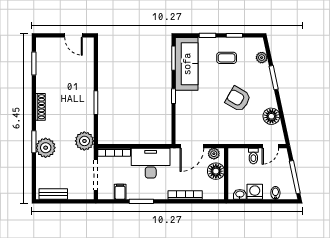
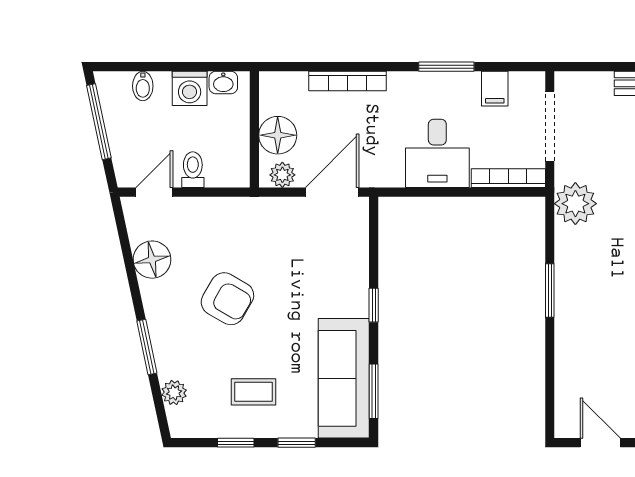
desk: (151, 163) -> (437, 153), width x0.73

